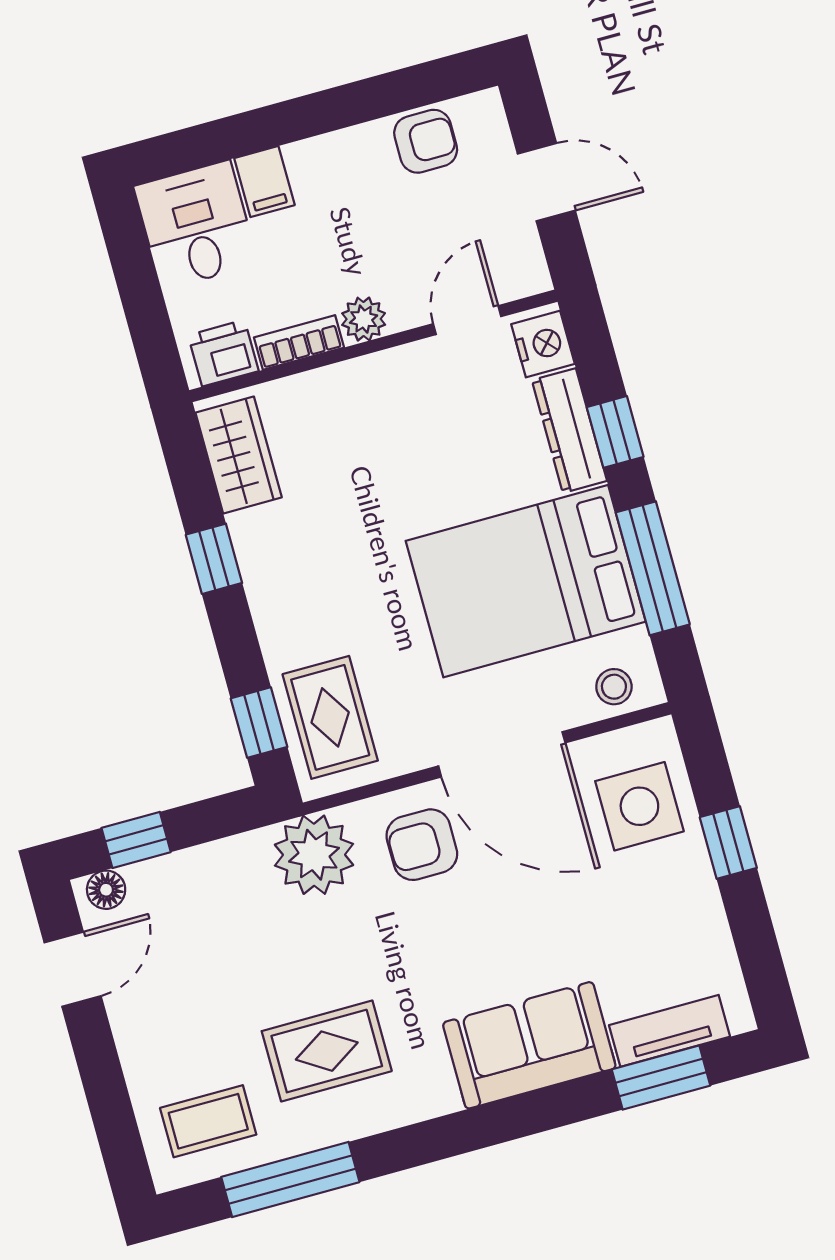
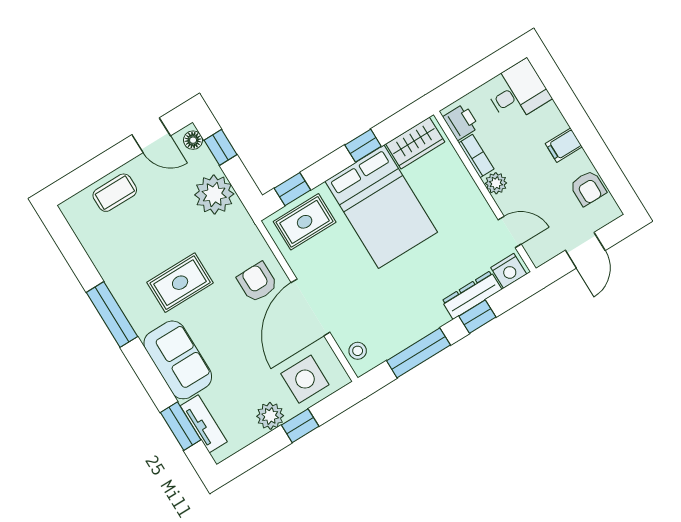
filing cabinet: (264, 182) -> (564, 145), moved
bed: (526, 581) -> (381, 207), moved, turned 180
plant: (314, 855) -> (214, 194), moved
plant: (692, 896) -> (270, 416), added
rug: (327, 1051) -> (180, 283), moved, turned 90
coffee table: (208, 1121) -> (115, 193), moved, turned 90
window: (290, 1180) -> (112, 314), moved

